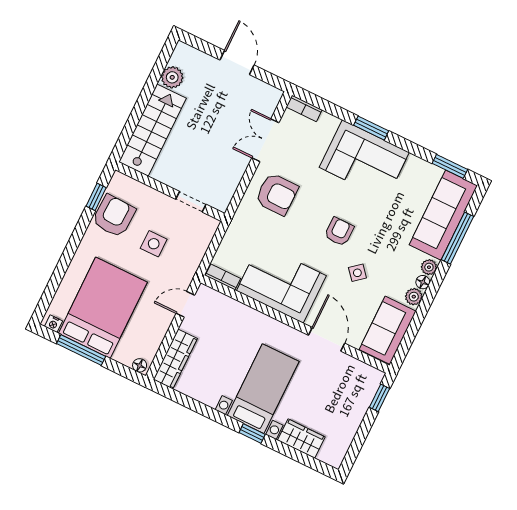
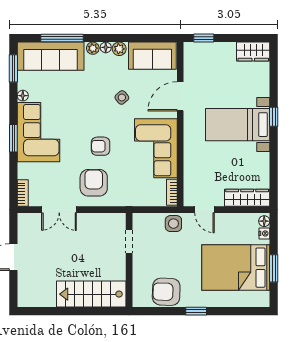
plant: (172, 77) -> (47, 298), removed
floor lamp: (414, 162) -> (23, 96), added
window: (96, 197) -> (196, 311), moved
armchair: (339, 232) -> (101, 146), moved
side table: (154, 244) -> (173, 224), moved
nightstand: (53, 324) -> (264, 233), moved
window: (81, 350) -> (274, 268), width x0.69
wardrobe: (301, 439) -> (253, 52), moved, turned -90

